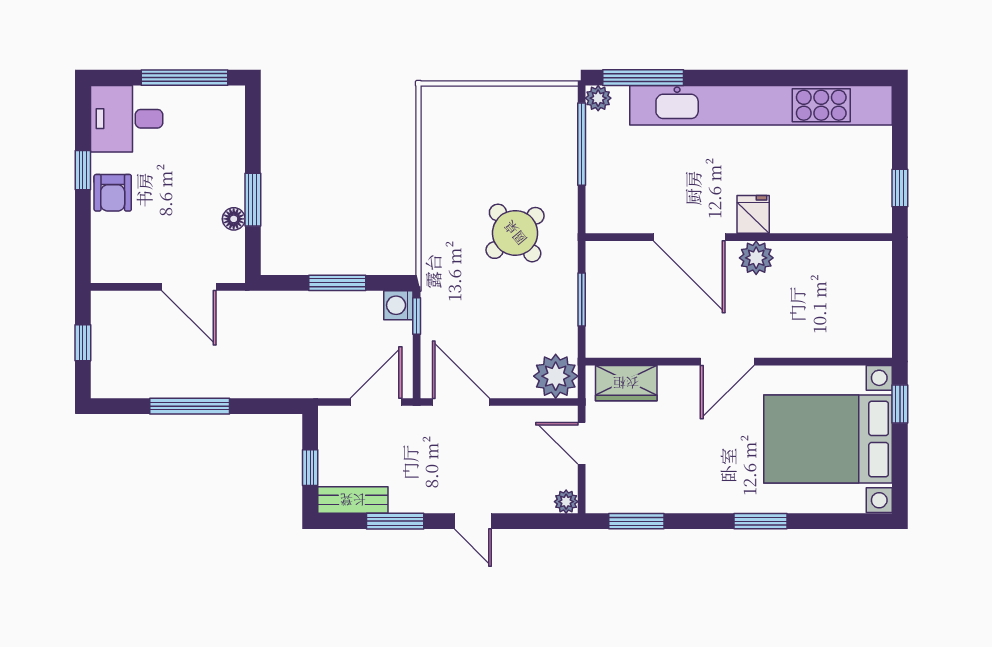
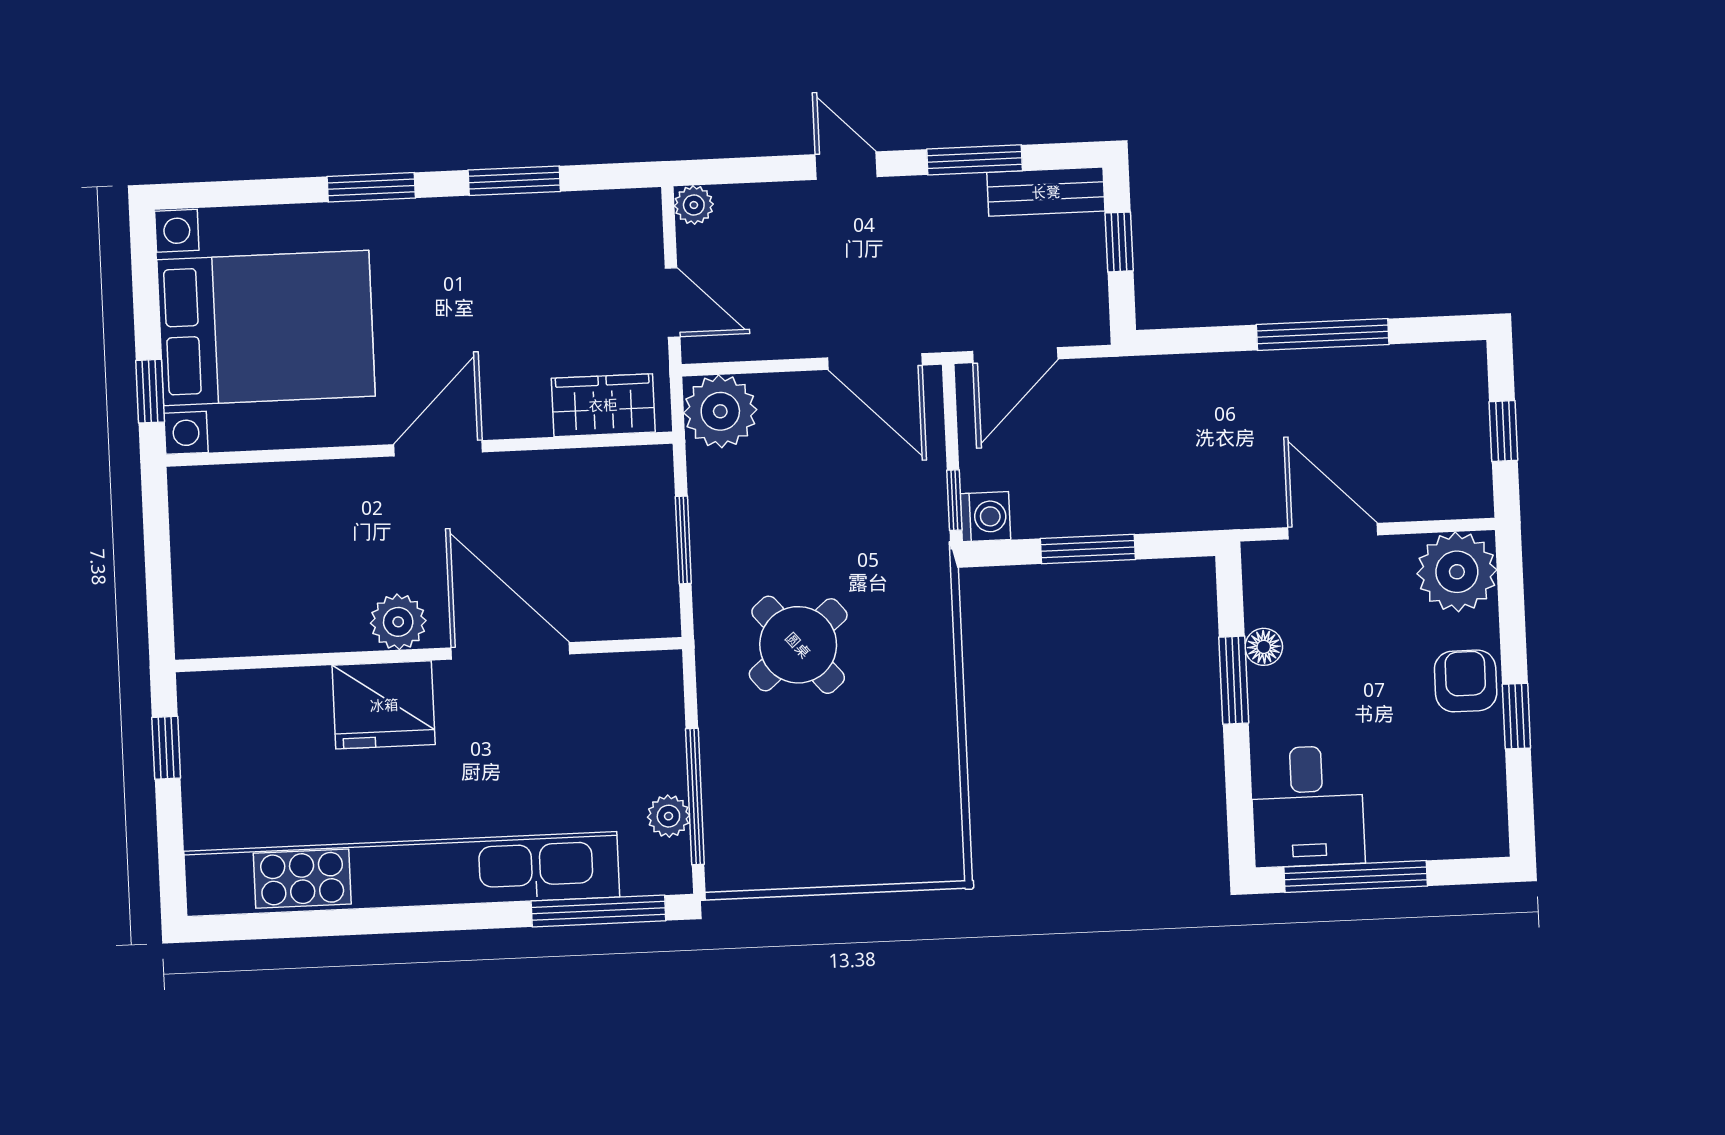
plant: (598, 98) -> (668, 816), moved
desk: (127, 119) -> (1308, 806), moved, turned 90
fridge: (753, 214) -> (384, 705), width x1.88, depth x1.34
plant: (115, 259) -> (1457, 572), added
window: (636, 521) -> (514, 181), moved

